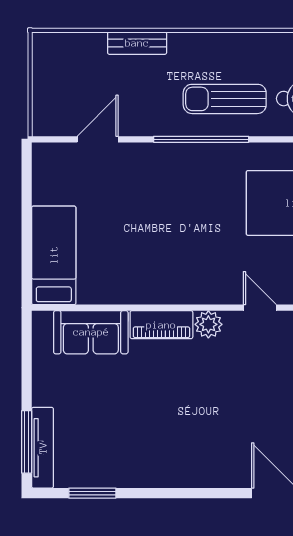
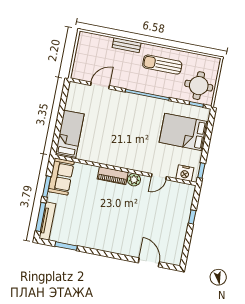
sun lounger: (225, 99) -> (162, 65), moved
door: (260, 308) -> (159, 177), swing flipped
sofa: (91, 332) -> (61, 177), moved, turned -90
window: (27, 375) -> (47, 187), added

